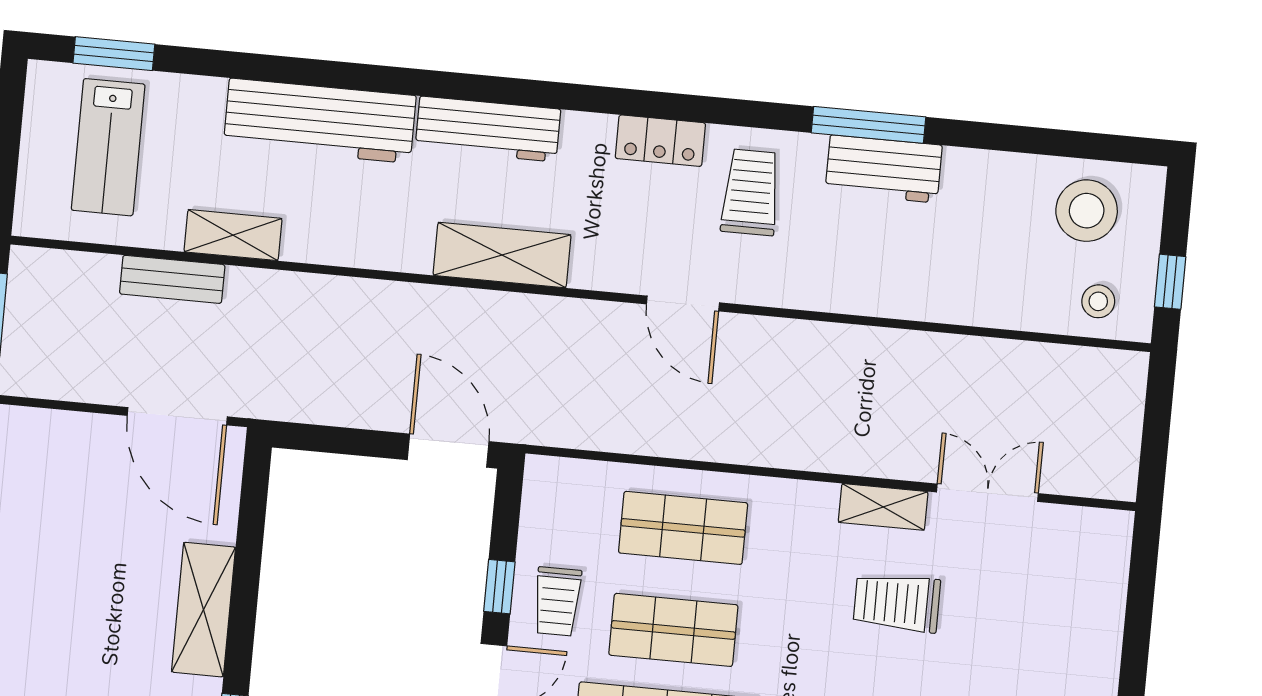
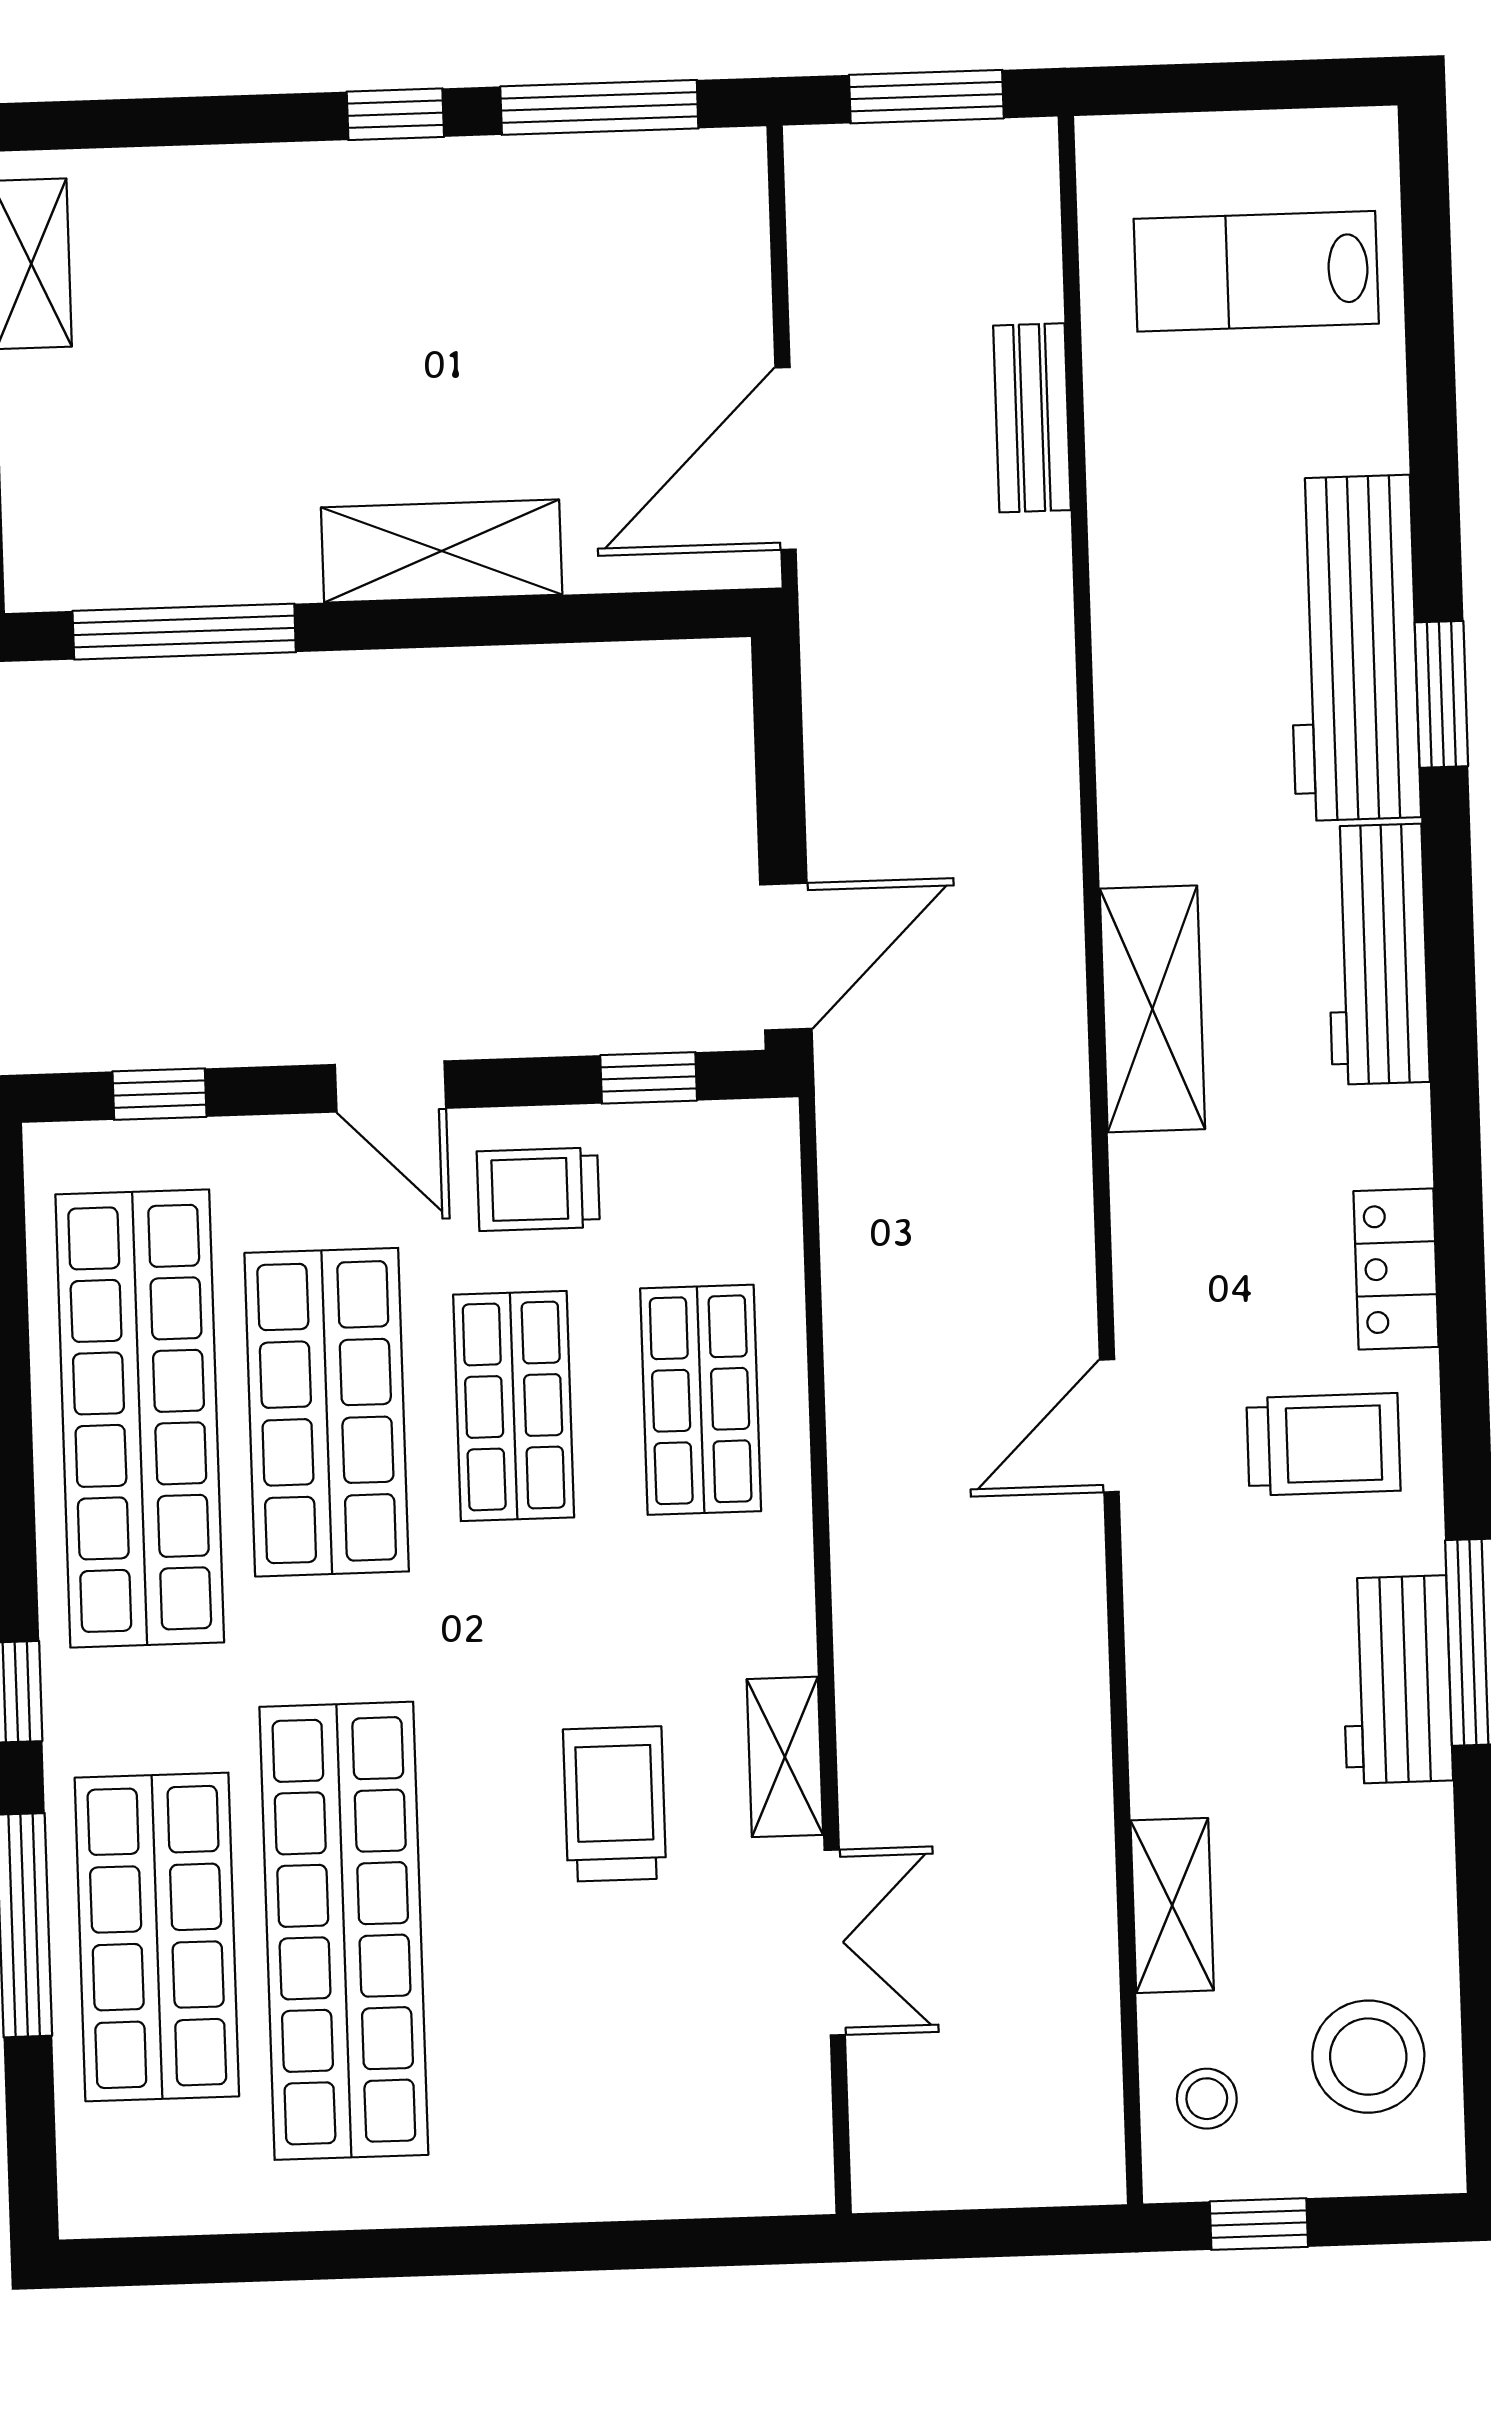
window: (114, 54) -> (1441, 694), moved
shelving: (233, 235) -> (1172, 1905), moved
door: (683, 303) -> (1109, 1426), moved
window: (499, 587) -> (649, 1078), moved

